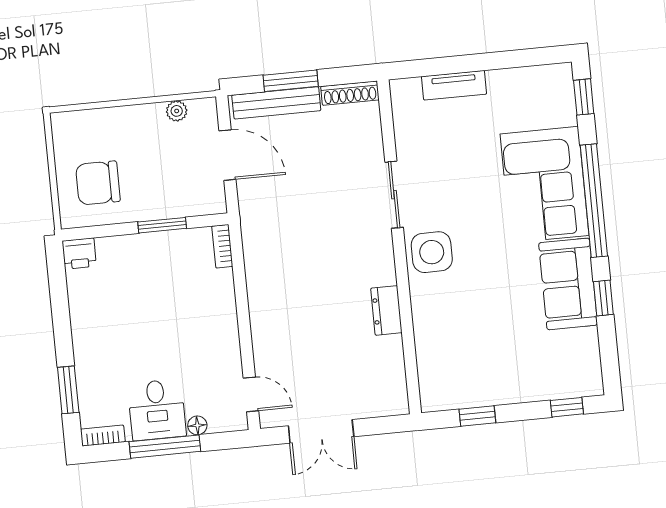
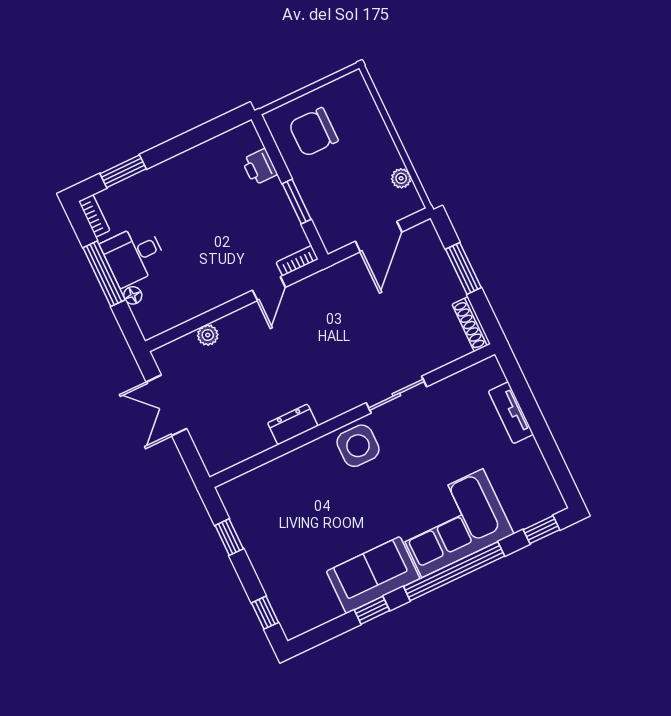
bench: (276, 103) -> (440, 263), removed
chair: (98, 183) -> (313, 132), turned -90
printer: (79, 254) -> (260, 167), moved
plant: (265, 364) -> (208, 335), added
door: (251, 394) -> (269, 289), moved

